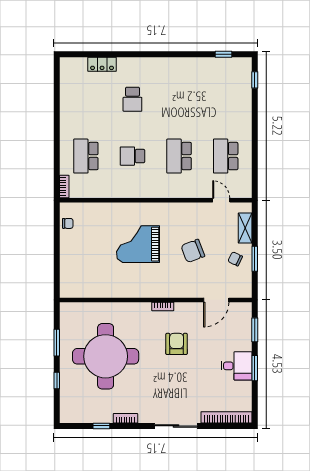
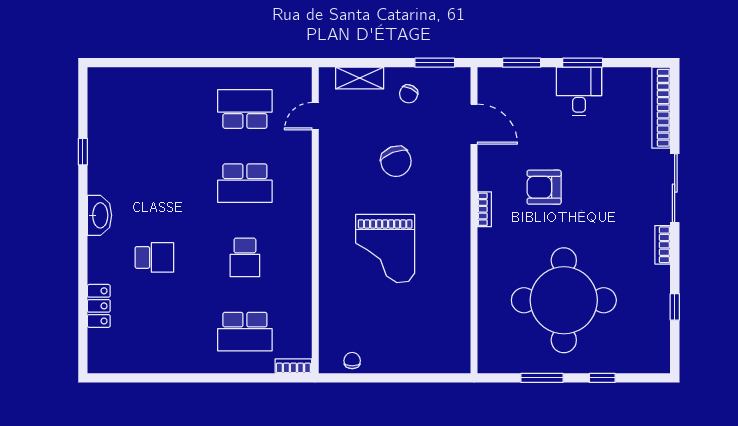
window: (223, 54) -> (83, 152), moved
washbasin: (159, 65) -> (100, 215), added
window: (255, 80) -> (123, 63), removed
school desk: (226, 156) -> (245, 109), turned 180
window: (255, 259) -> (435, 63), moved
bookcase: (125, 418) -> (663, 245), moved

